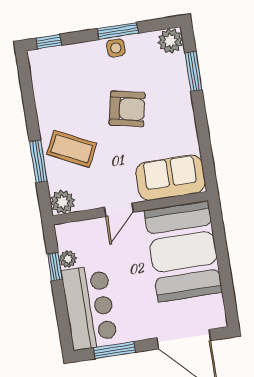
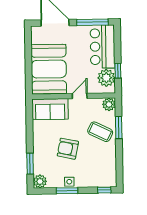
plant: (68, 259) -> (106, 78), width x1.87, depth x1.87
window: (115, 350) -> (92, 22), width x1.44

